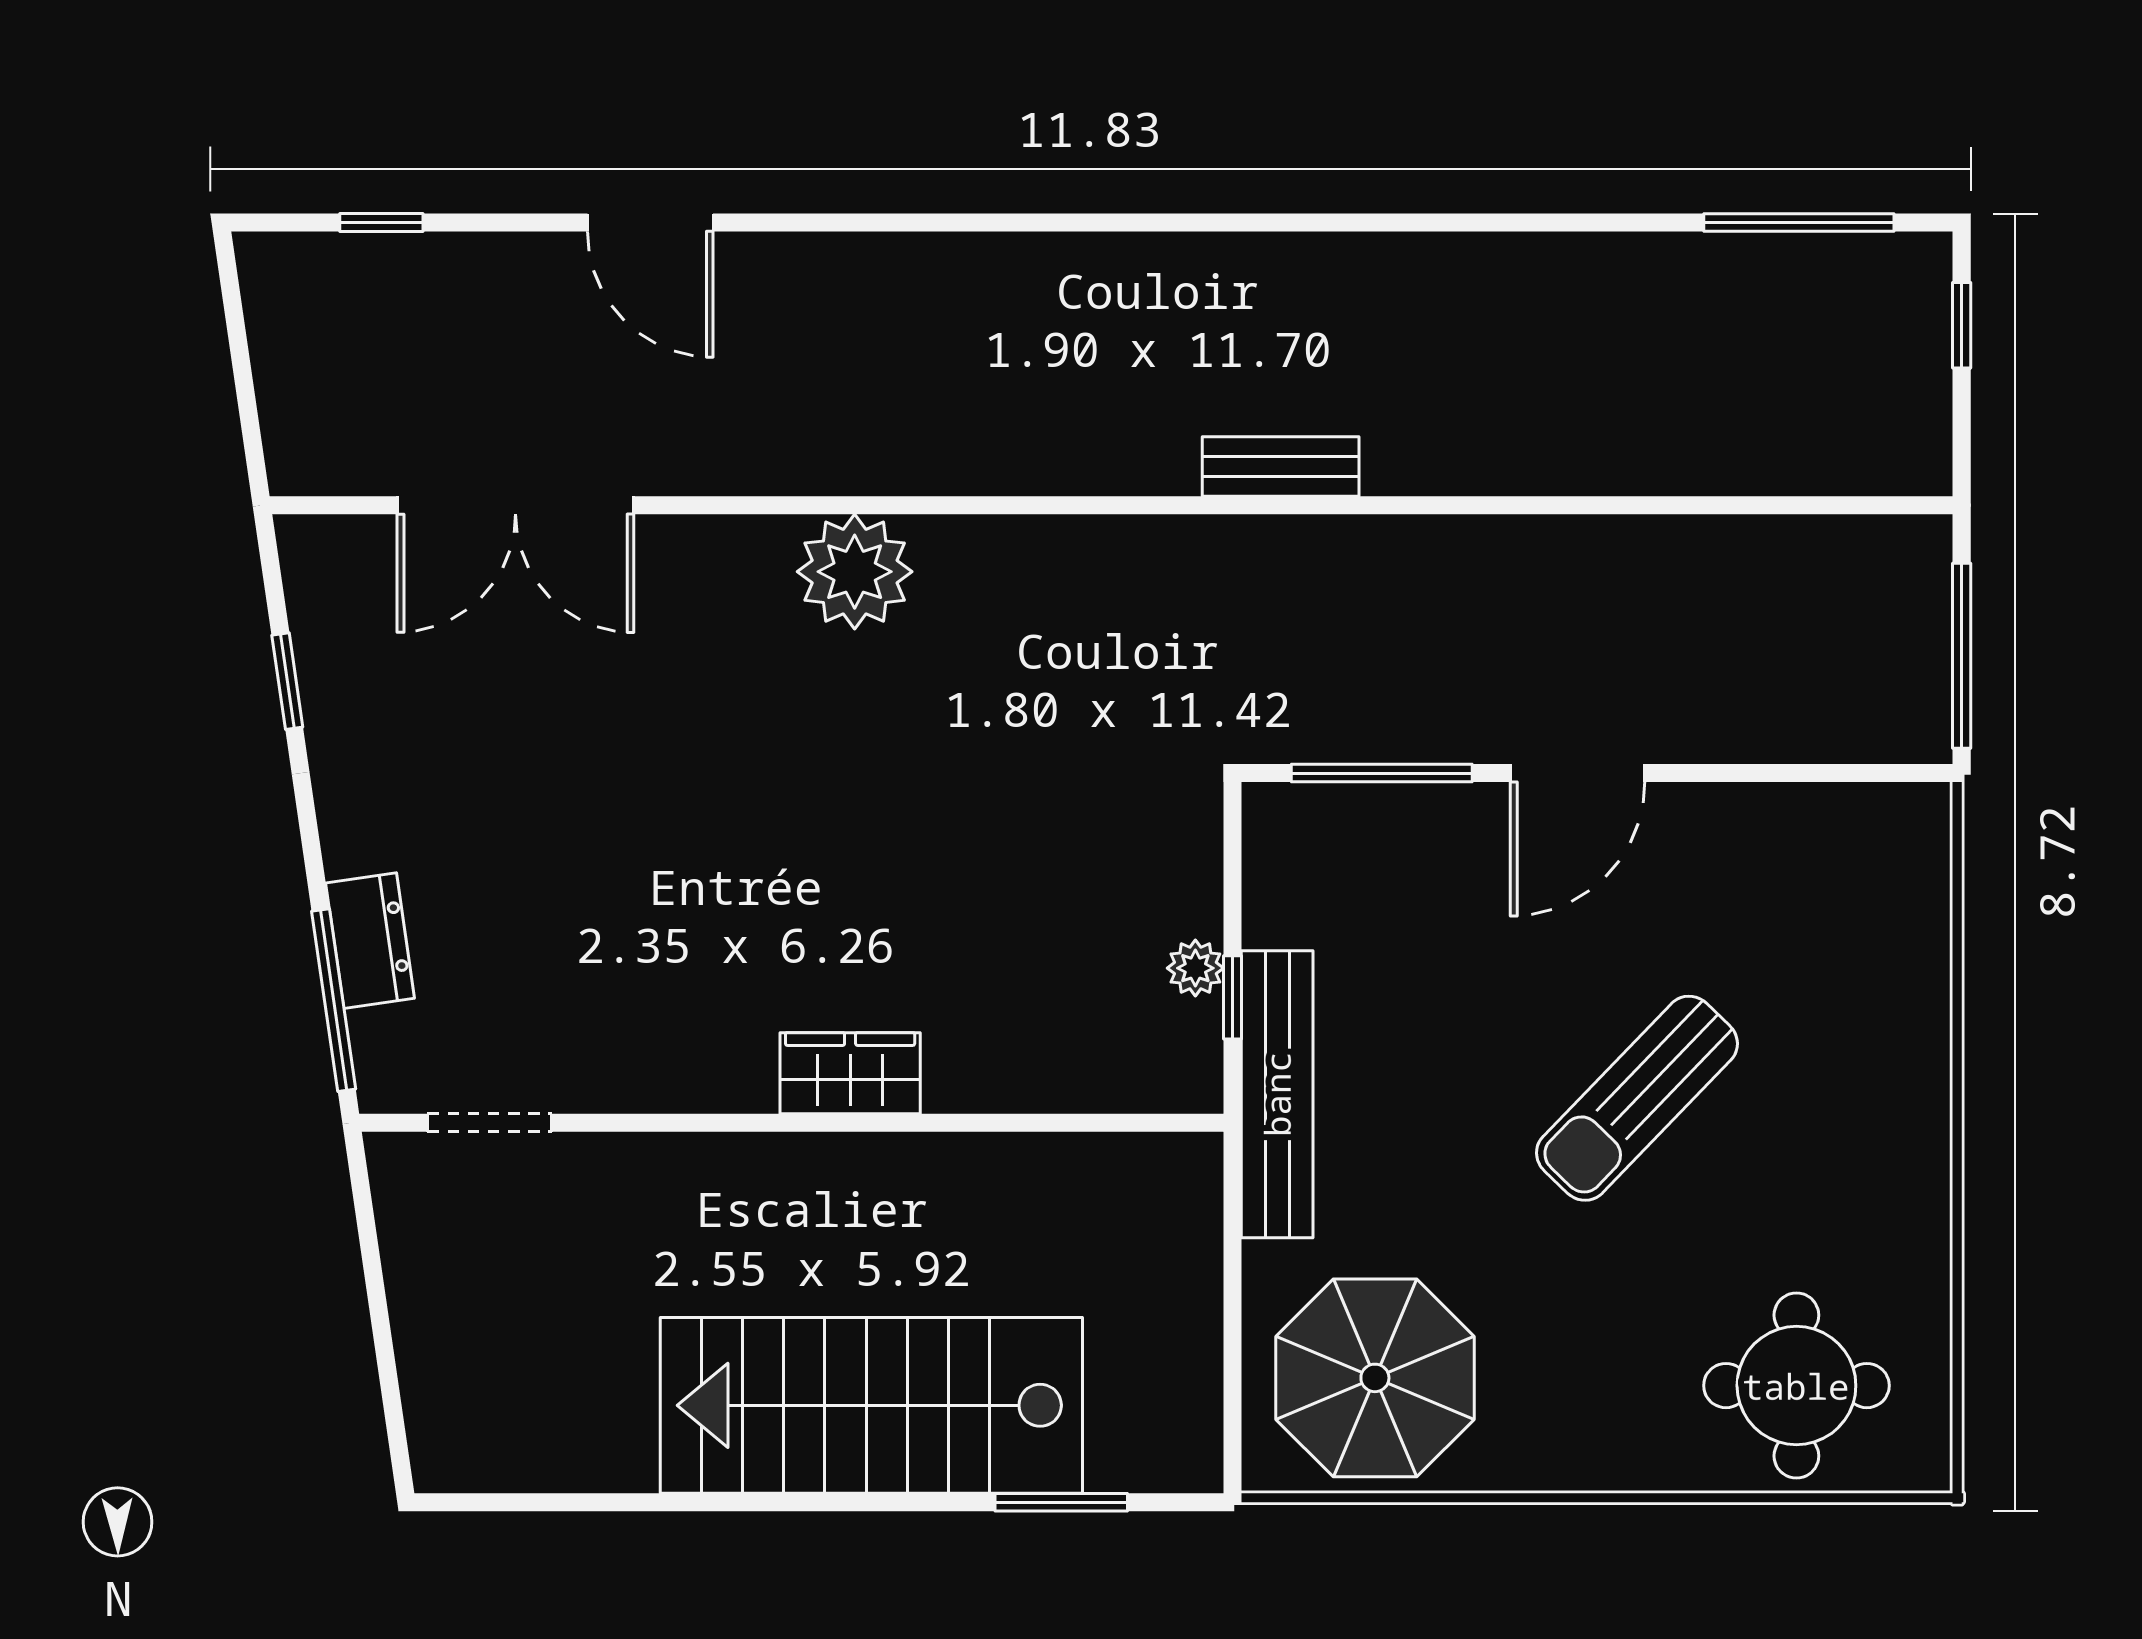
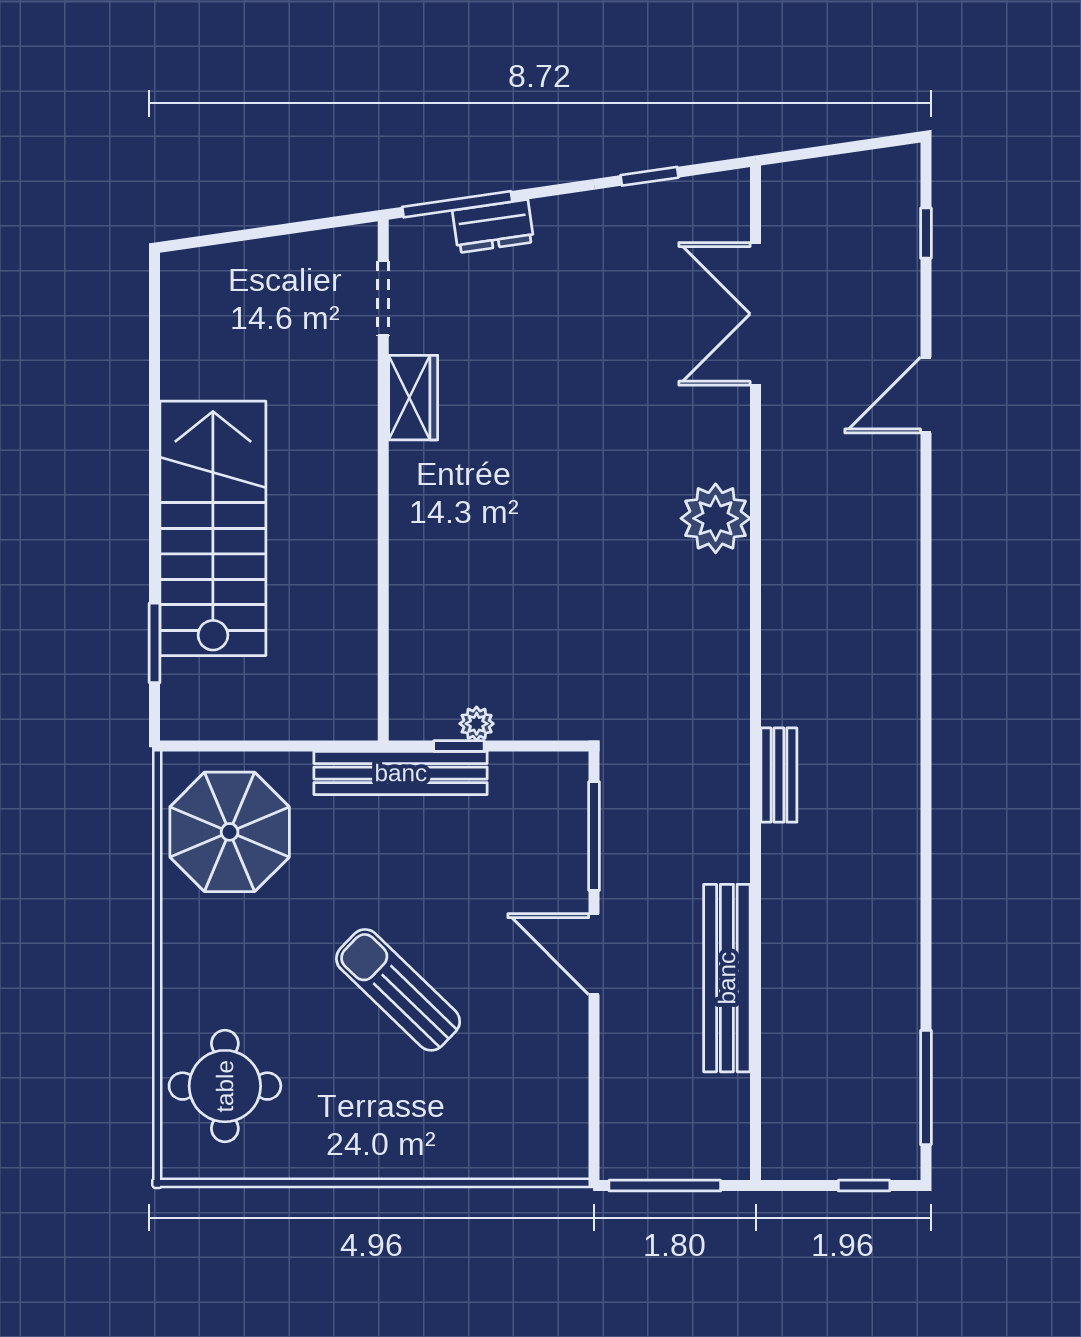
bench: (1617, 553) -> (727, 978), added
wardrobe: (850, 1073) -> (413, 398), moved

